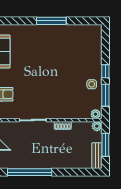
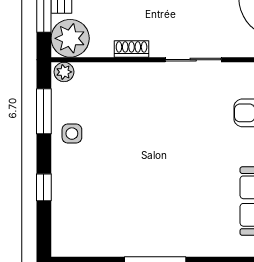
window: (105, 71) -> (44, 187), moved
plant: (97, 126) -> (70, 38), width x1.88, depth x1.88

